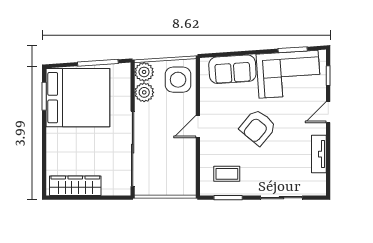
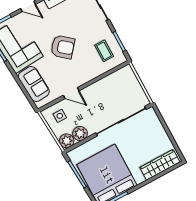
side table: (178, 80) -> (60, 116), width x0.54, depth x0.54
door: (198, 127) -> (71, 93), moved
wardrobe: (75, 186) -> (160, 165), moved, turned 90

